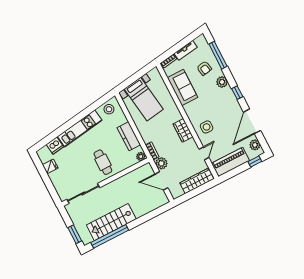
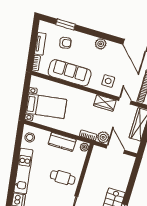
window: (218, 55) -> (66, 24), width x0.69
plant: (222, 82) -> (101, 44), moved
sofa: (183, 87) -> (70, 73), width x1.36
window: (237, 93) -> (105, 36), removed
wardrobe: (183, 130) -> (105, 103), moved
door: (162, 181) -> (116, 149), swing flipped

